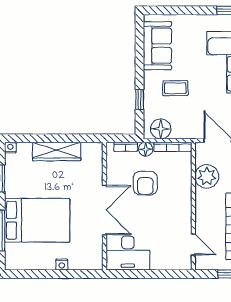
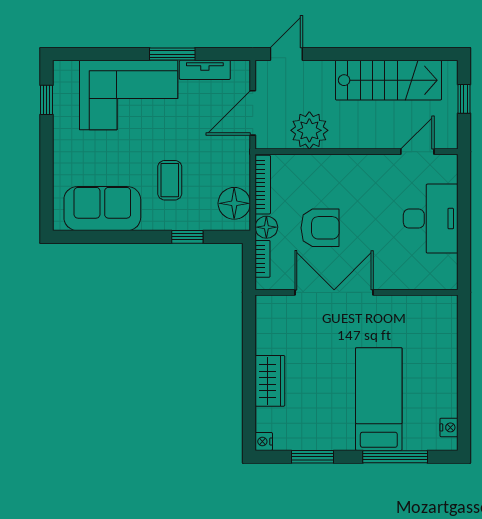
wardrobe: (57, 152) -> (270, 381), width x0.67
double door: (104, 210) -> (334, 292), moved
bed: (37, 220) -> (379, 399), width x0.67
desk: (128, 253) -> (431, 219), moved
nightstand: (62, 265) -> (449, 427), moved

